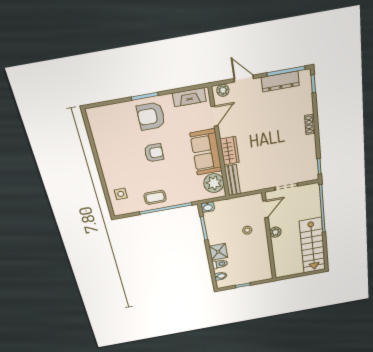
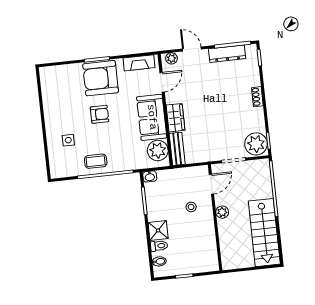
armchair: (151, 116) -> (101, 78), width x1.36, depth x1.36
plant: (307, 170) -> (256, 144), added
side table: (121, 194) -> (68, 140), moved

